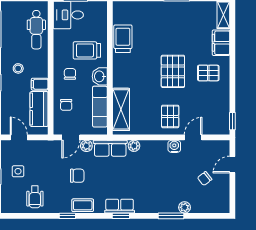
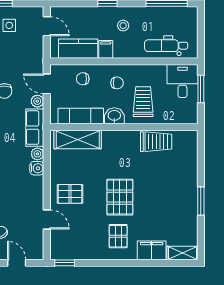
pallet: (173, 71) -> (120, 197), turned 90
door: (19, 137) -> (47, 26), hinge flipped
water cooler: (174, 146) -> (37, 168), moved

